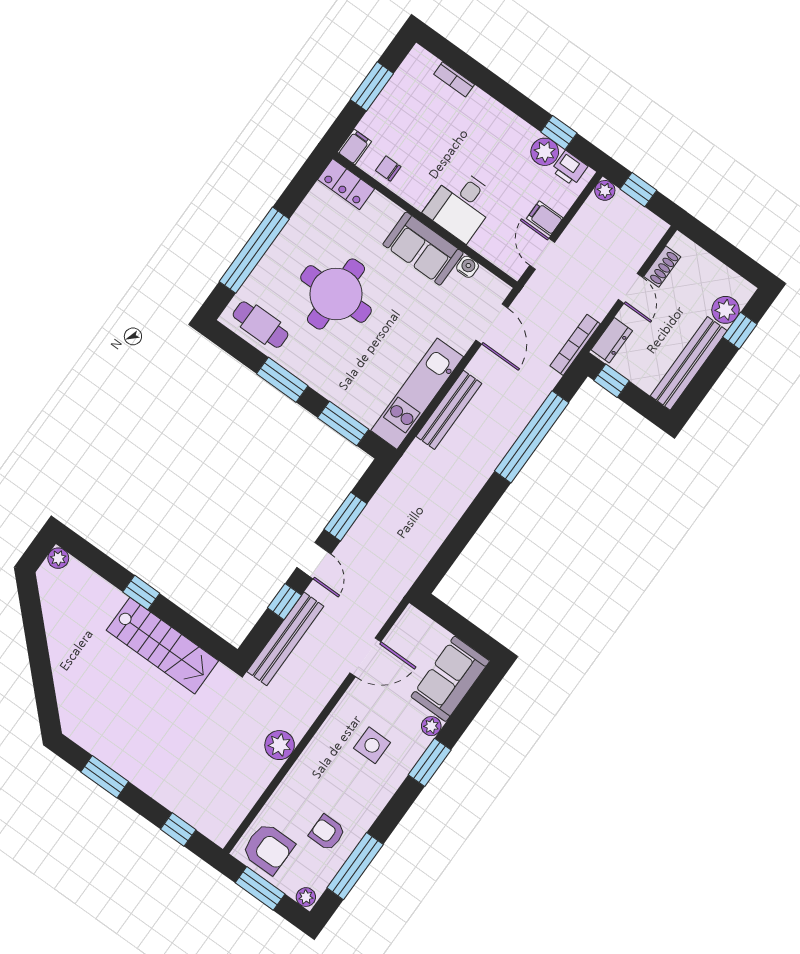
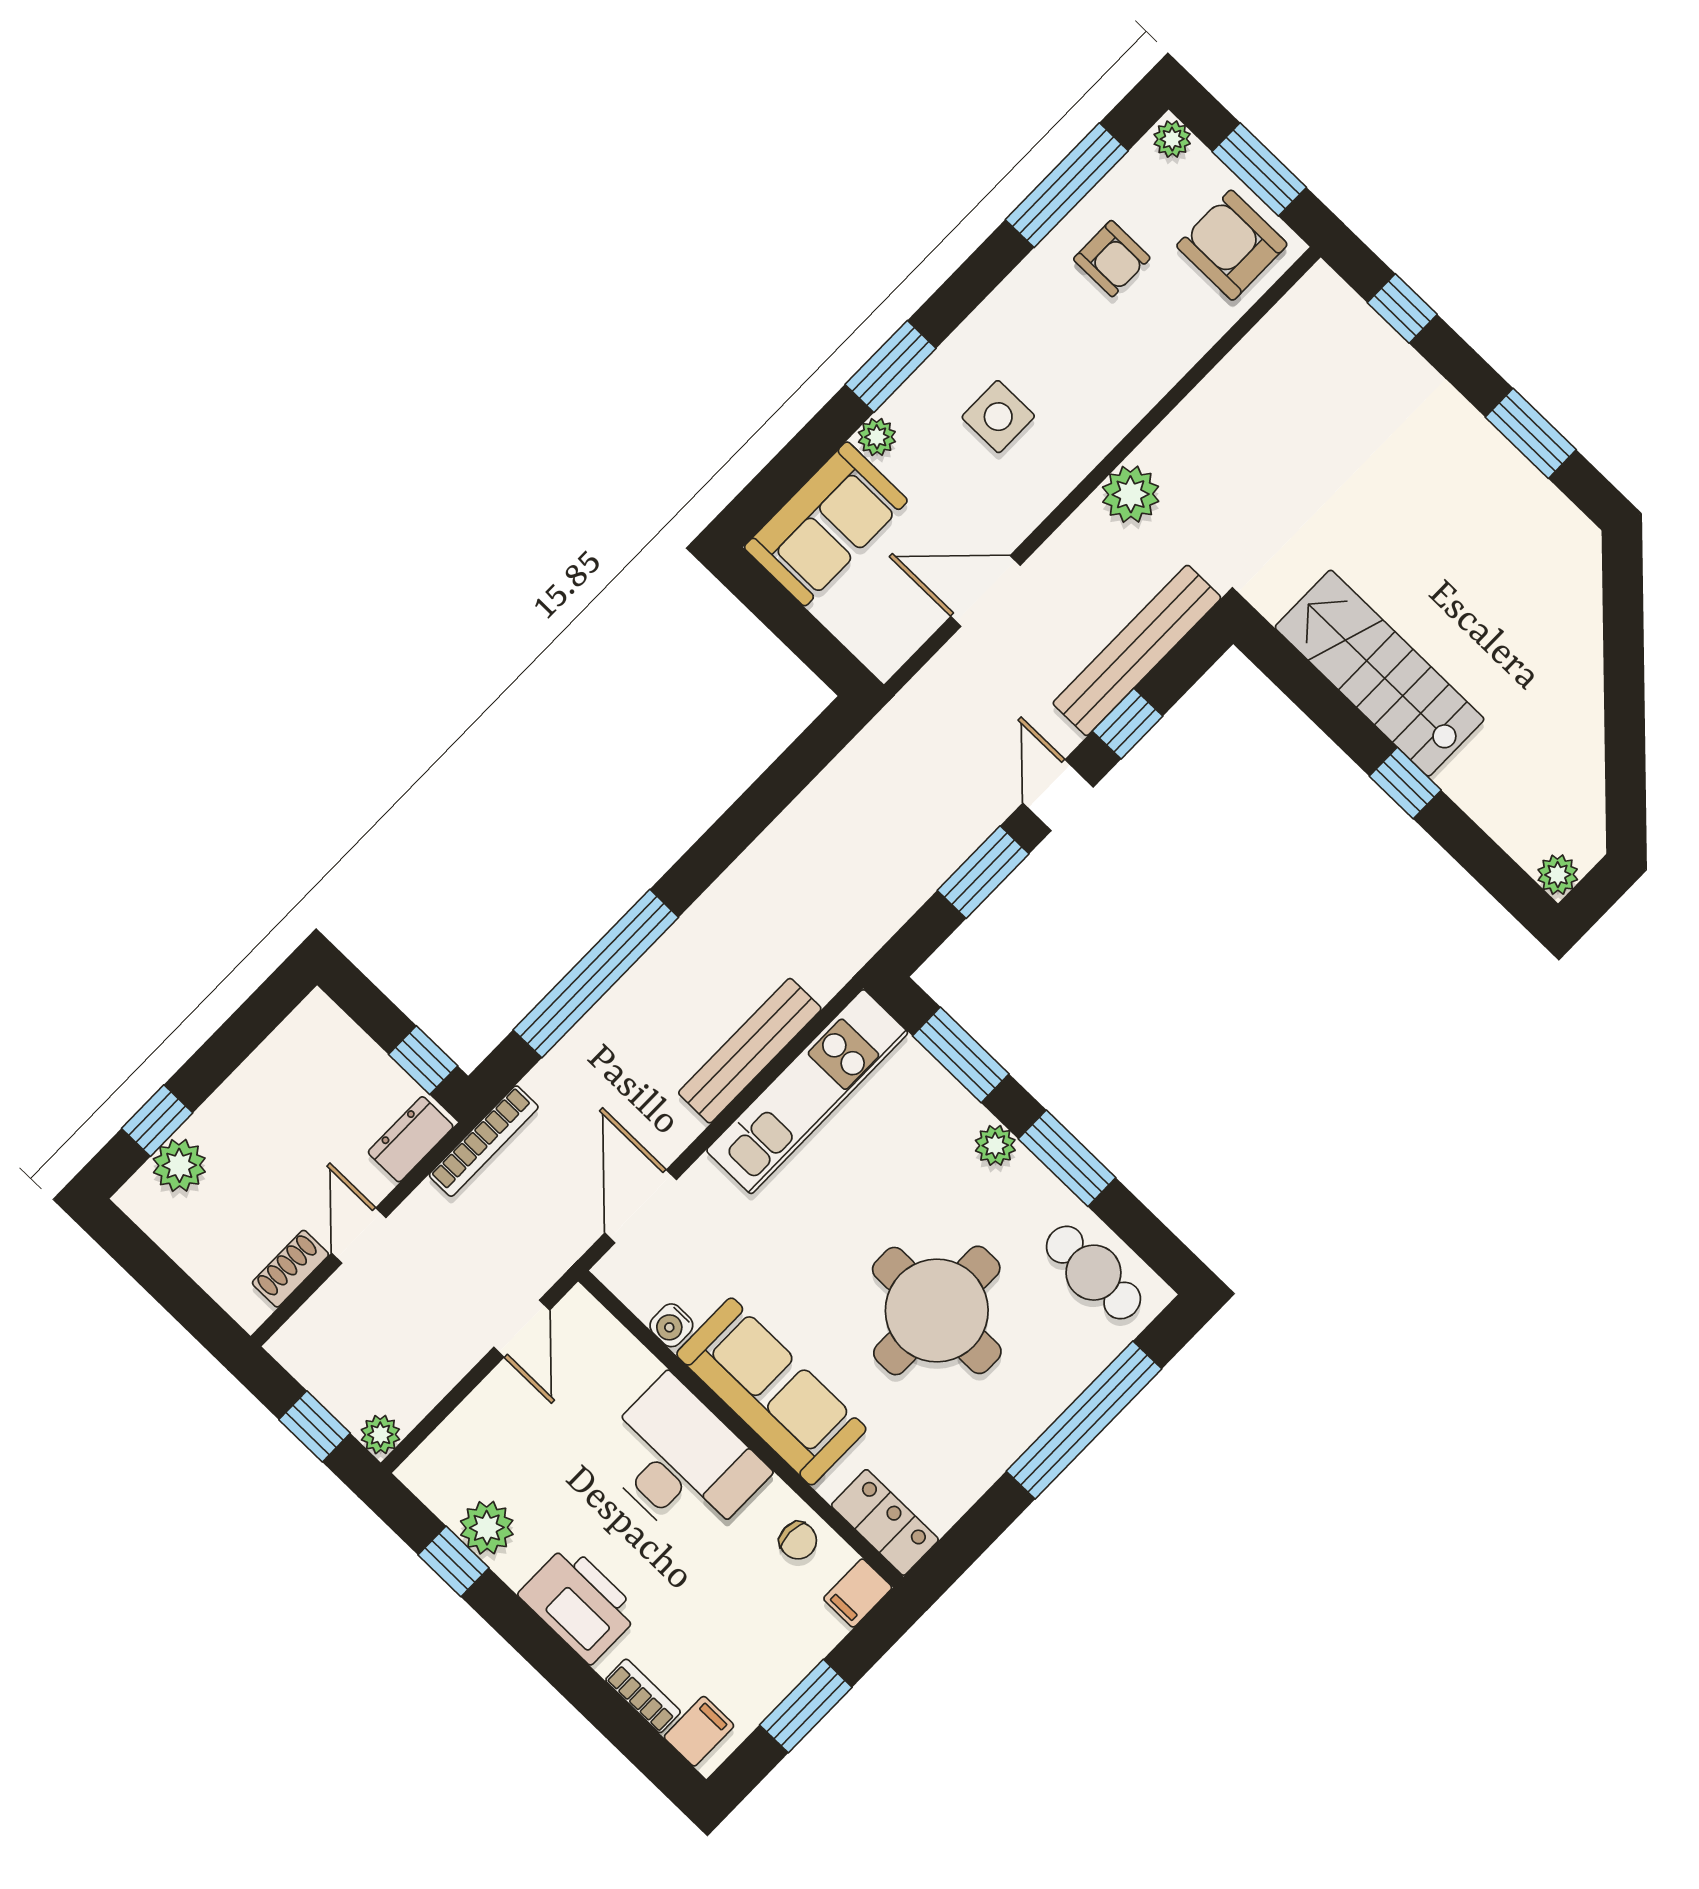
printer: (569, 168) -> (579, 1604), moved, width x1.87, depth x1.48
desk: (461, 205) -> (681, 1462), width x1.37
filing cabinet: (545, 218) -> (699, 1731), moved, turned -90
sofa: (423, 249) -> (771, 1391), width x1.36
bench: (689, 363) -> (267, 1072), removed
plant: (319, 381) -> (995, 1145), added
plant: (280, 745) -> (1131, 494), moved

